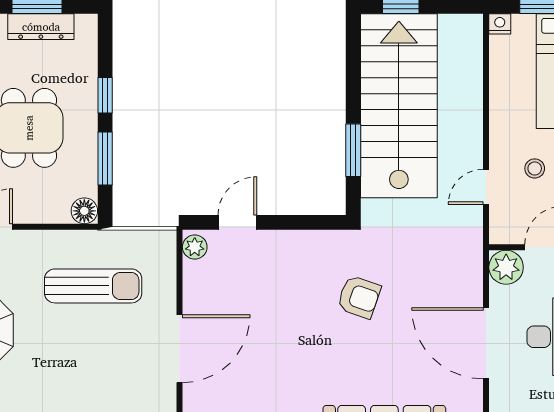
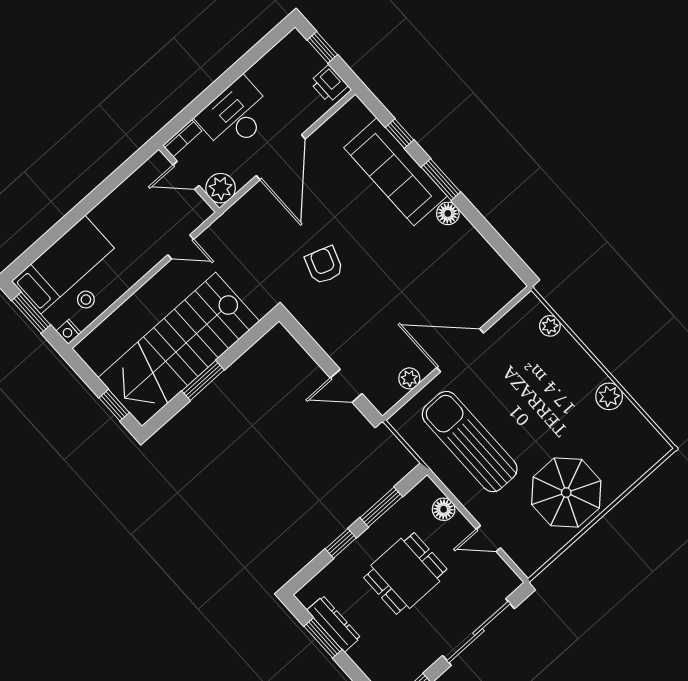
window: (353, 150) -> (203, 380), moved
stool: (535, 168) -> (86, 300), moved
floor lamp: (84, 211) -> (444, 509), moved
plant: (195, 247) -> (409, 378), moved
sun lounger: (93, 286) -> (470, 442), width x1.36, depth x1.34

